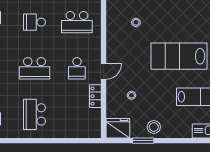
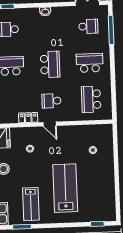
school desk: (34, 22) -> (90, 63), width x1.85
school desk: (34, 68) -> (50, 64), turned 180

